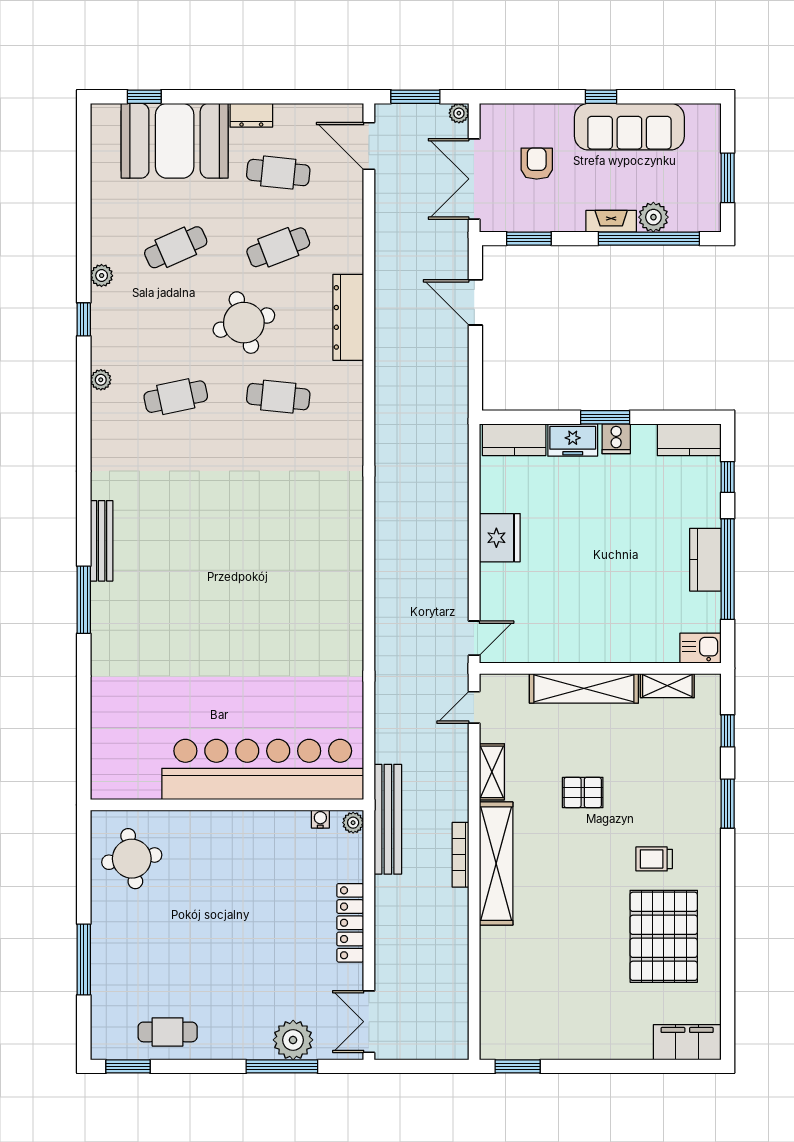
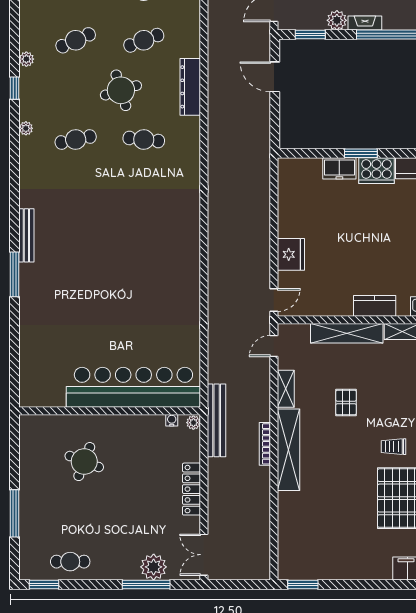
plant: (653, 217) -> (337, 20), moved
cooker: (616, 439) -> (376, 171), width x1.87, depth x1.31
kitchen counter: (514, 440) -> (375, 306), moved, turned 180
fridge: (500, 538) -> (291, 254), moved
pallet: (583, 792) -> (346, 402), turned 90
round table: (132, 859) -> (84, 462), moved, turned 30

